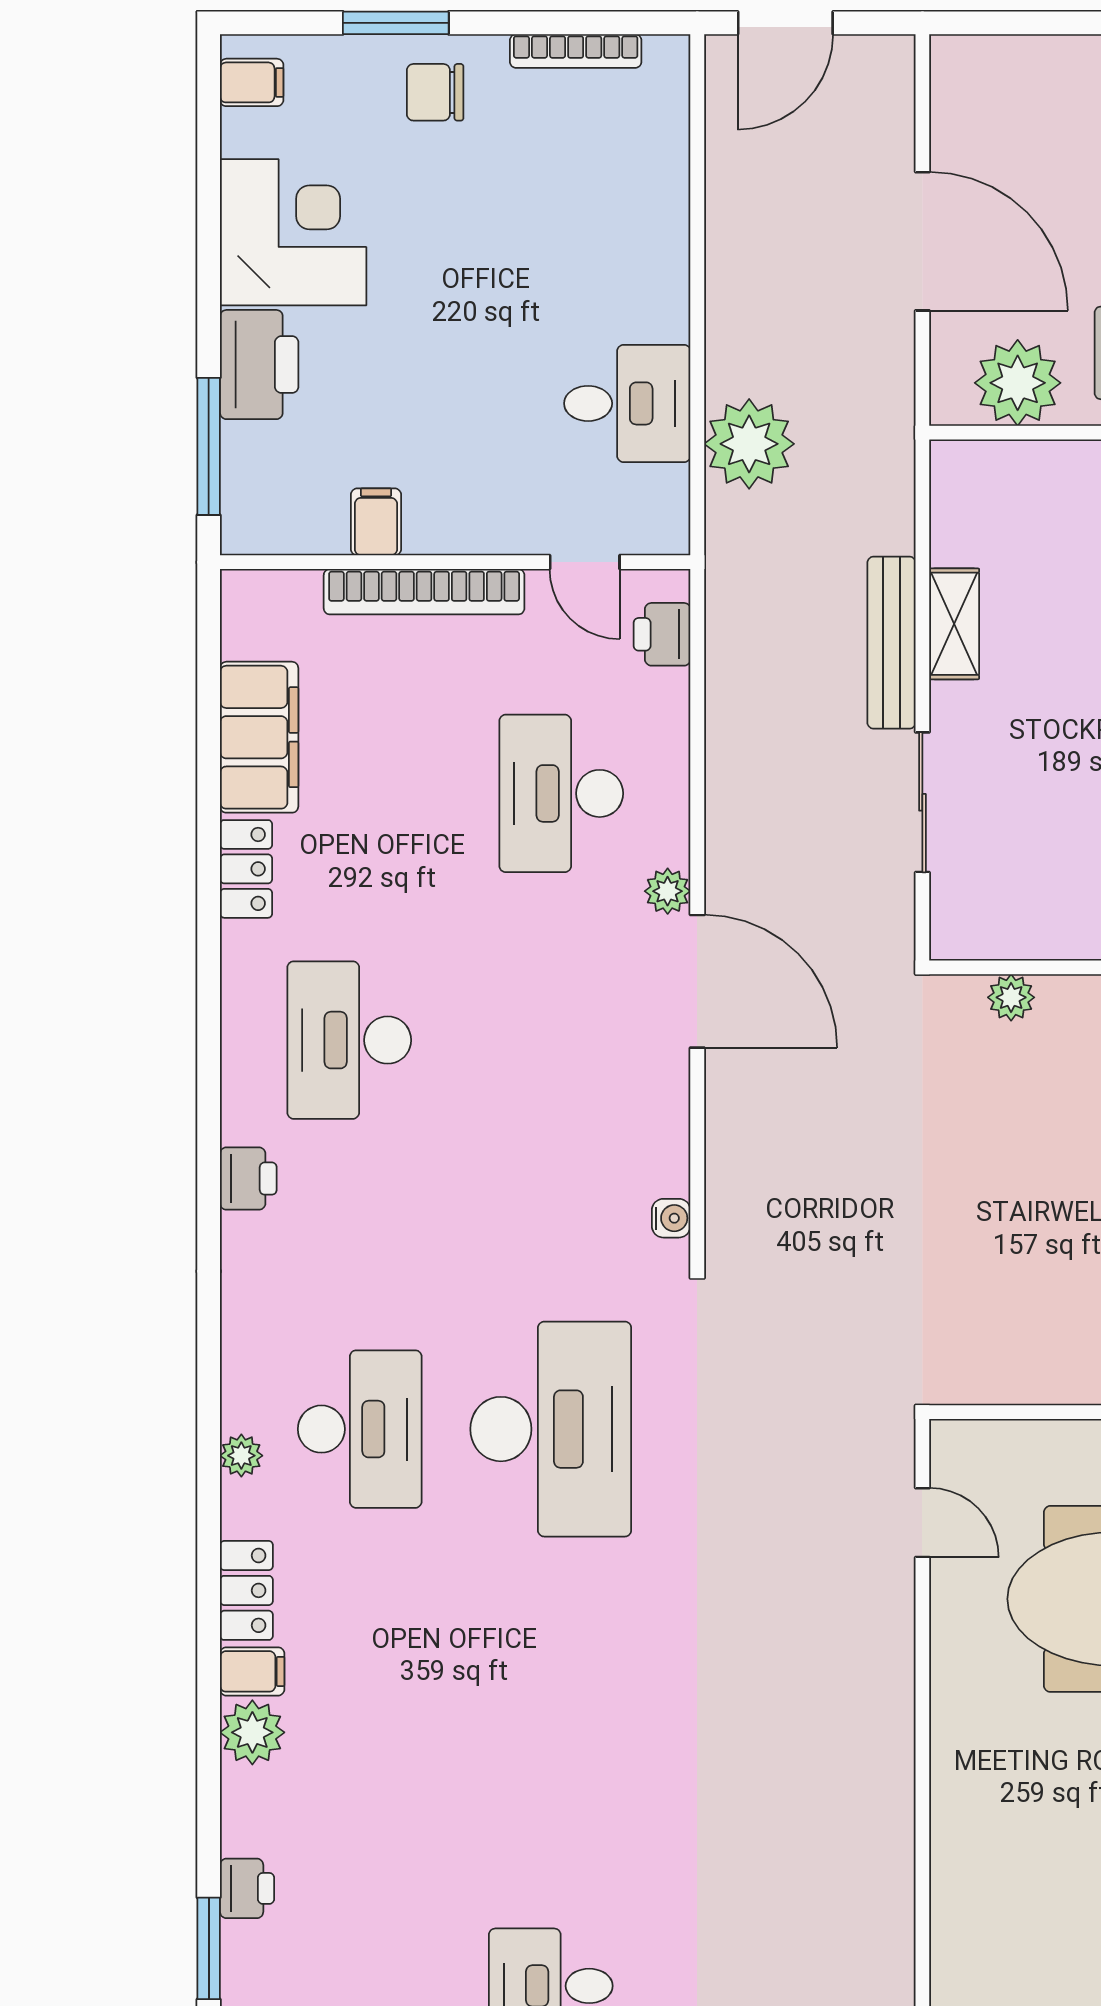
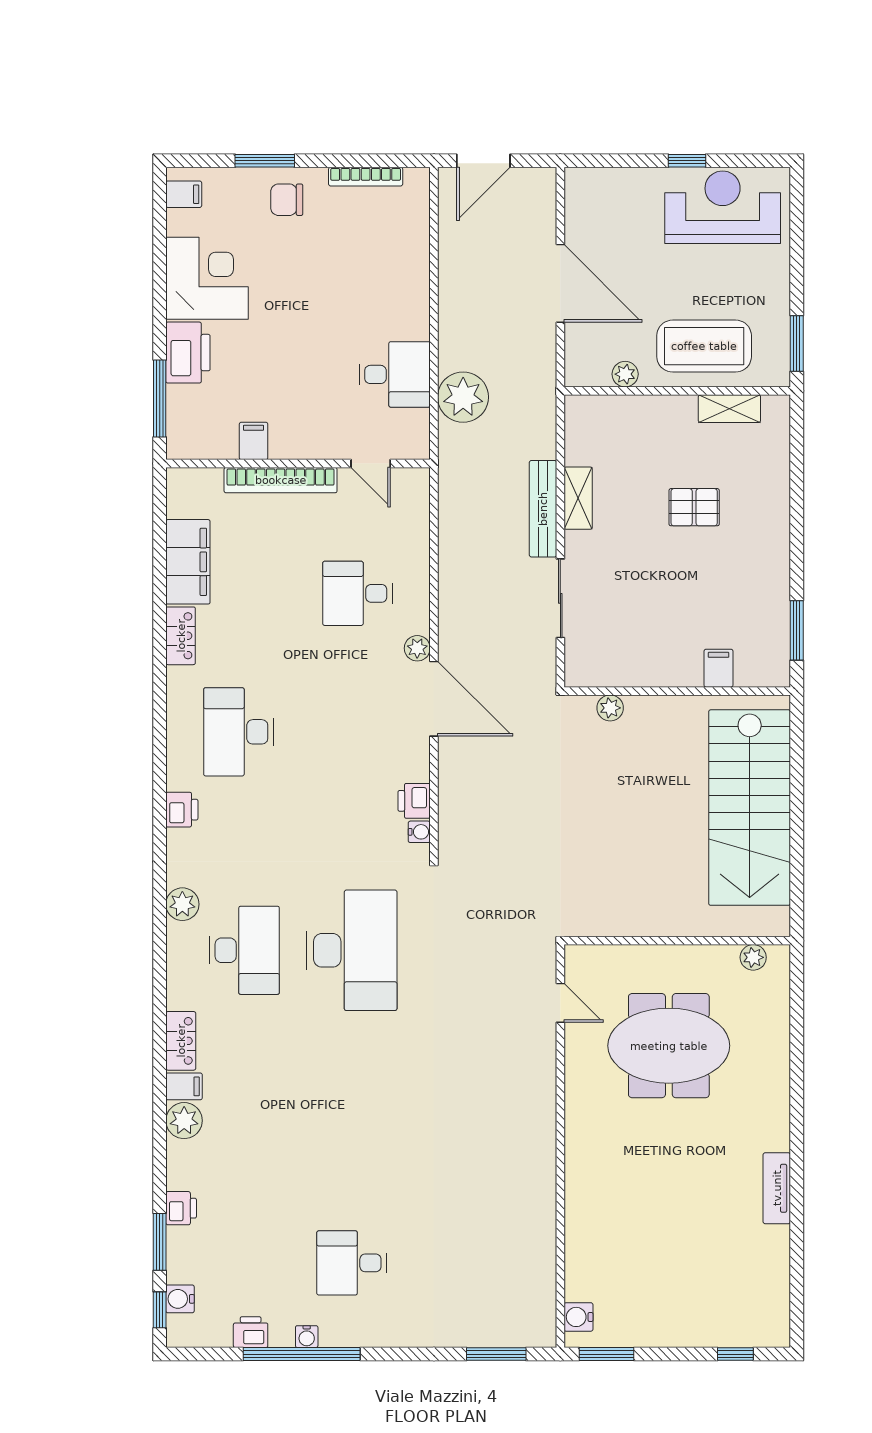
plant: (1018, 383) -> (625, 374), width x0.53, depth x0.53
printer: (662, 634) -> (414, 801), moved
desk: (561, 793) -> (358, 593), width x0.73
plant: (241, 1456) -> (182, 904), moved, width x1.38, depth x1.38

